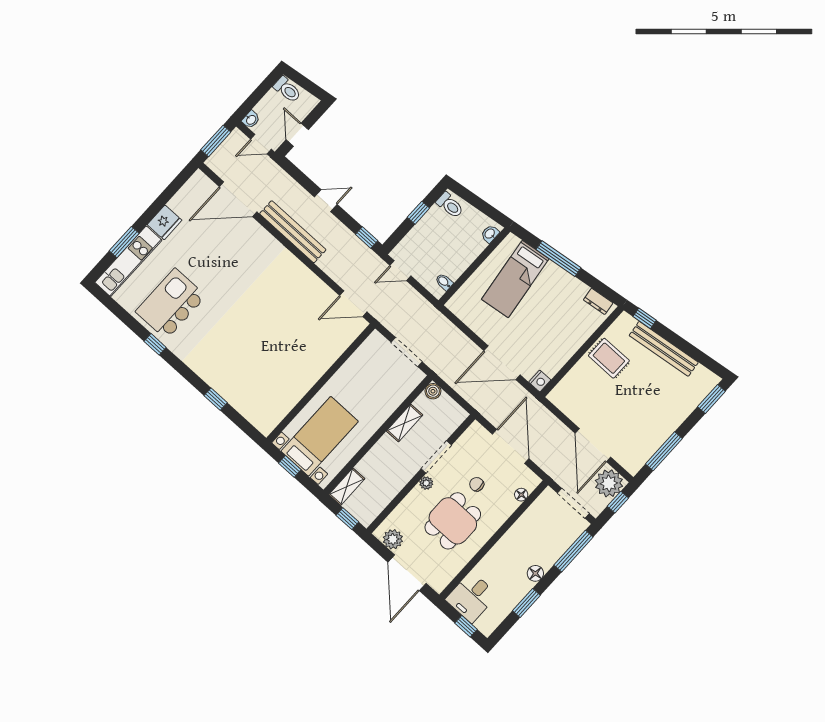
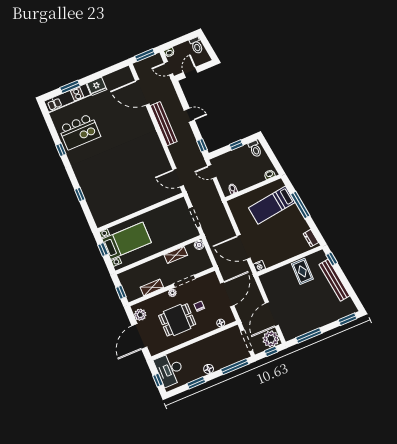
kitchen island: (171, 304) -> (80, 132), turned 180
shelving: (347, 487) -> (152, 287), moved
desk: (471, 597) -> (170, 370), width x1.37

